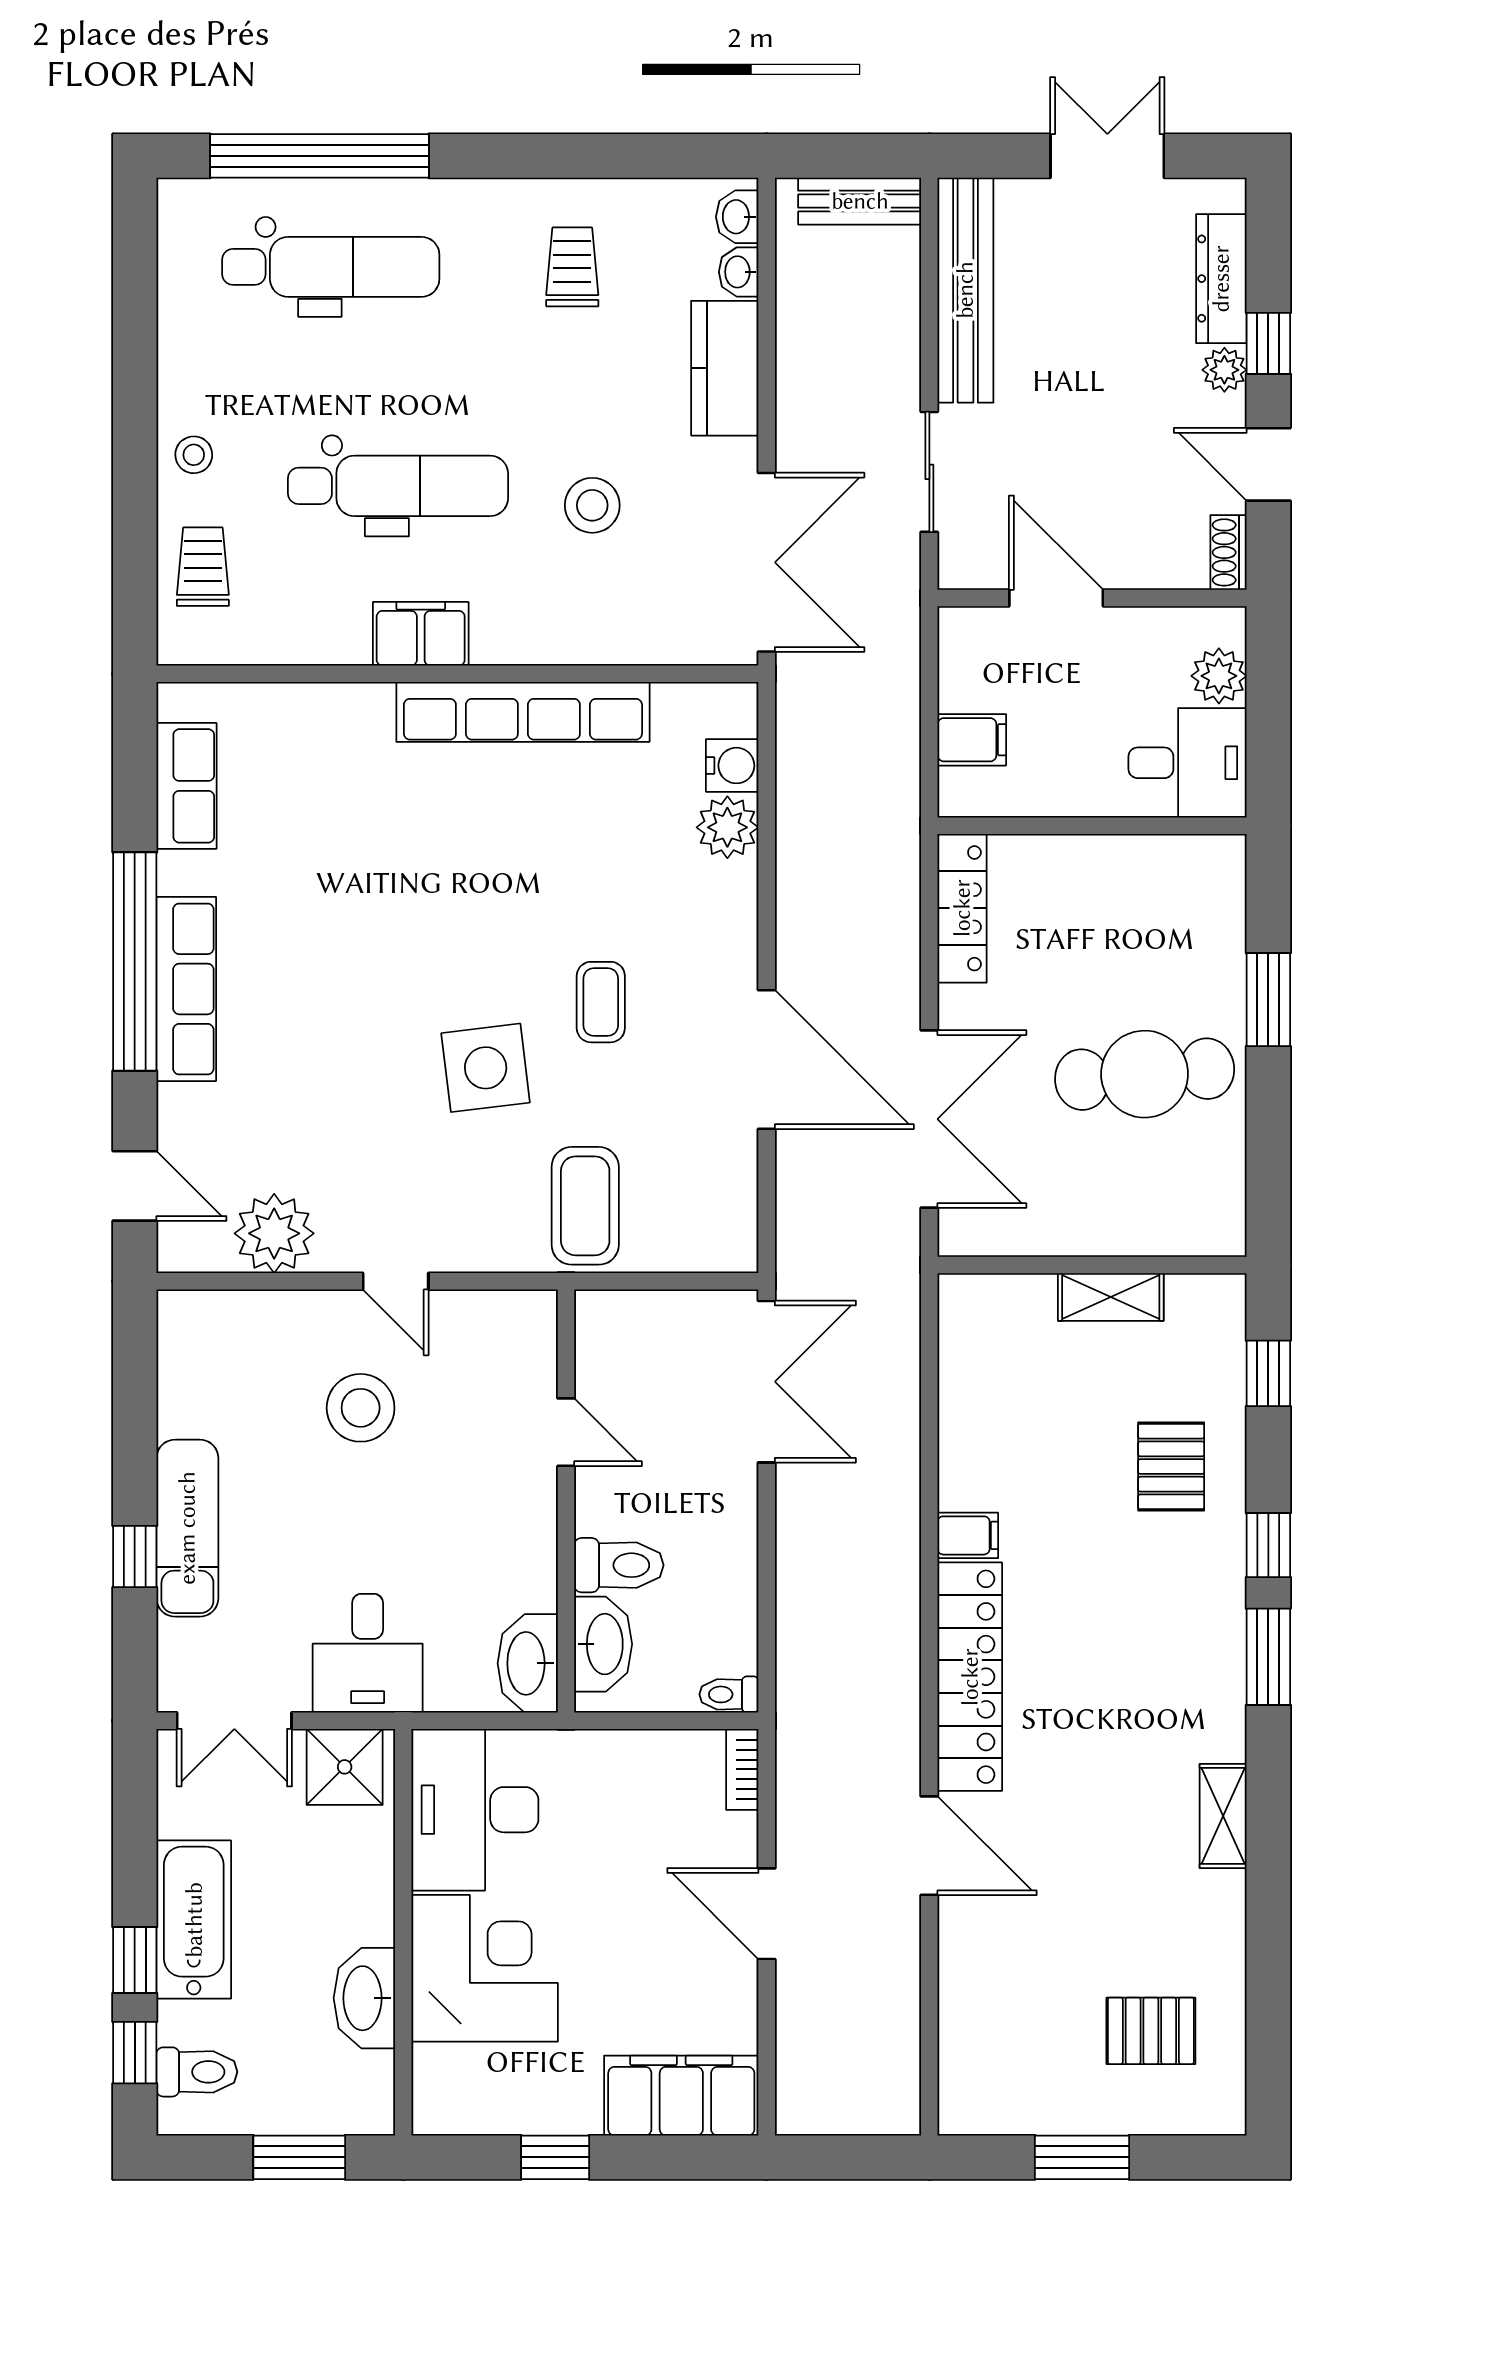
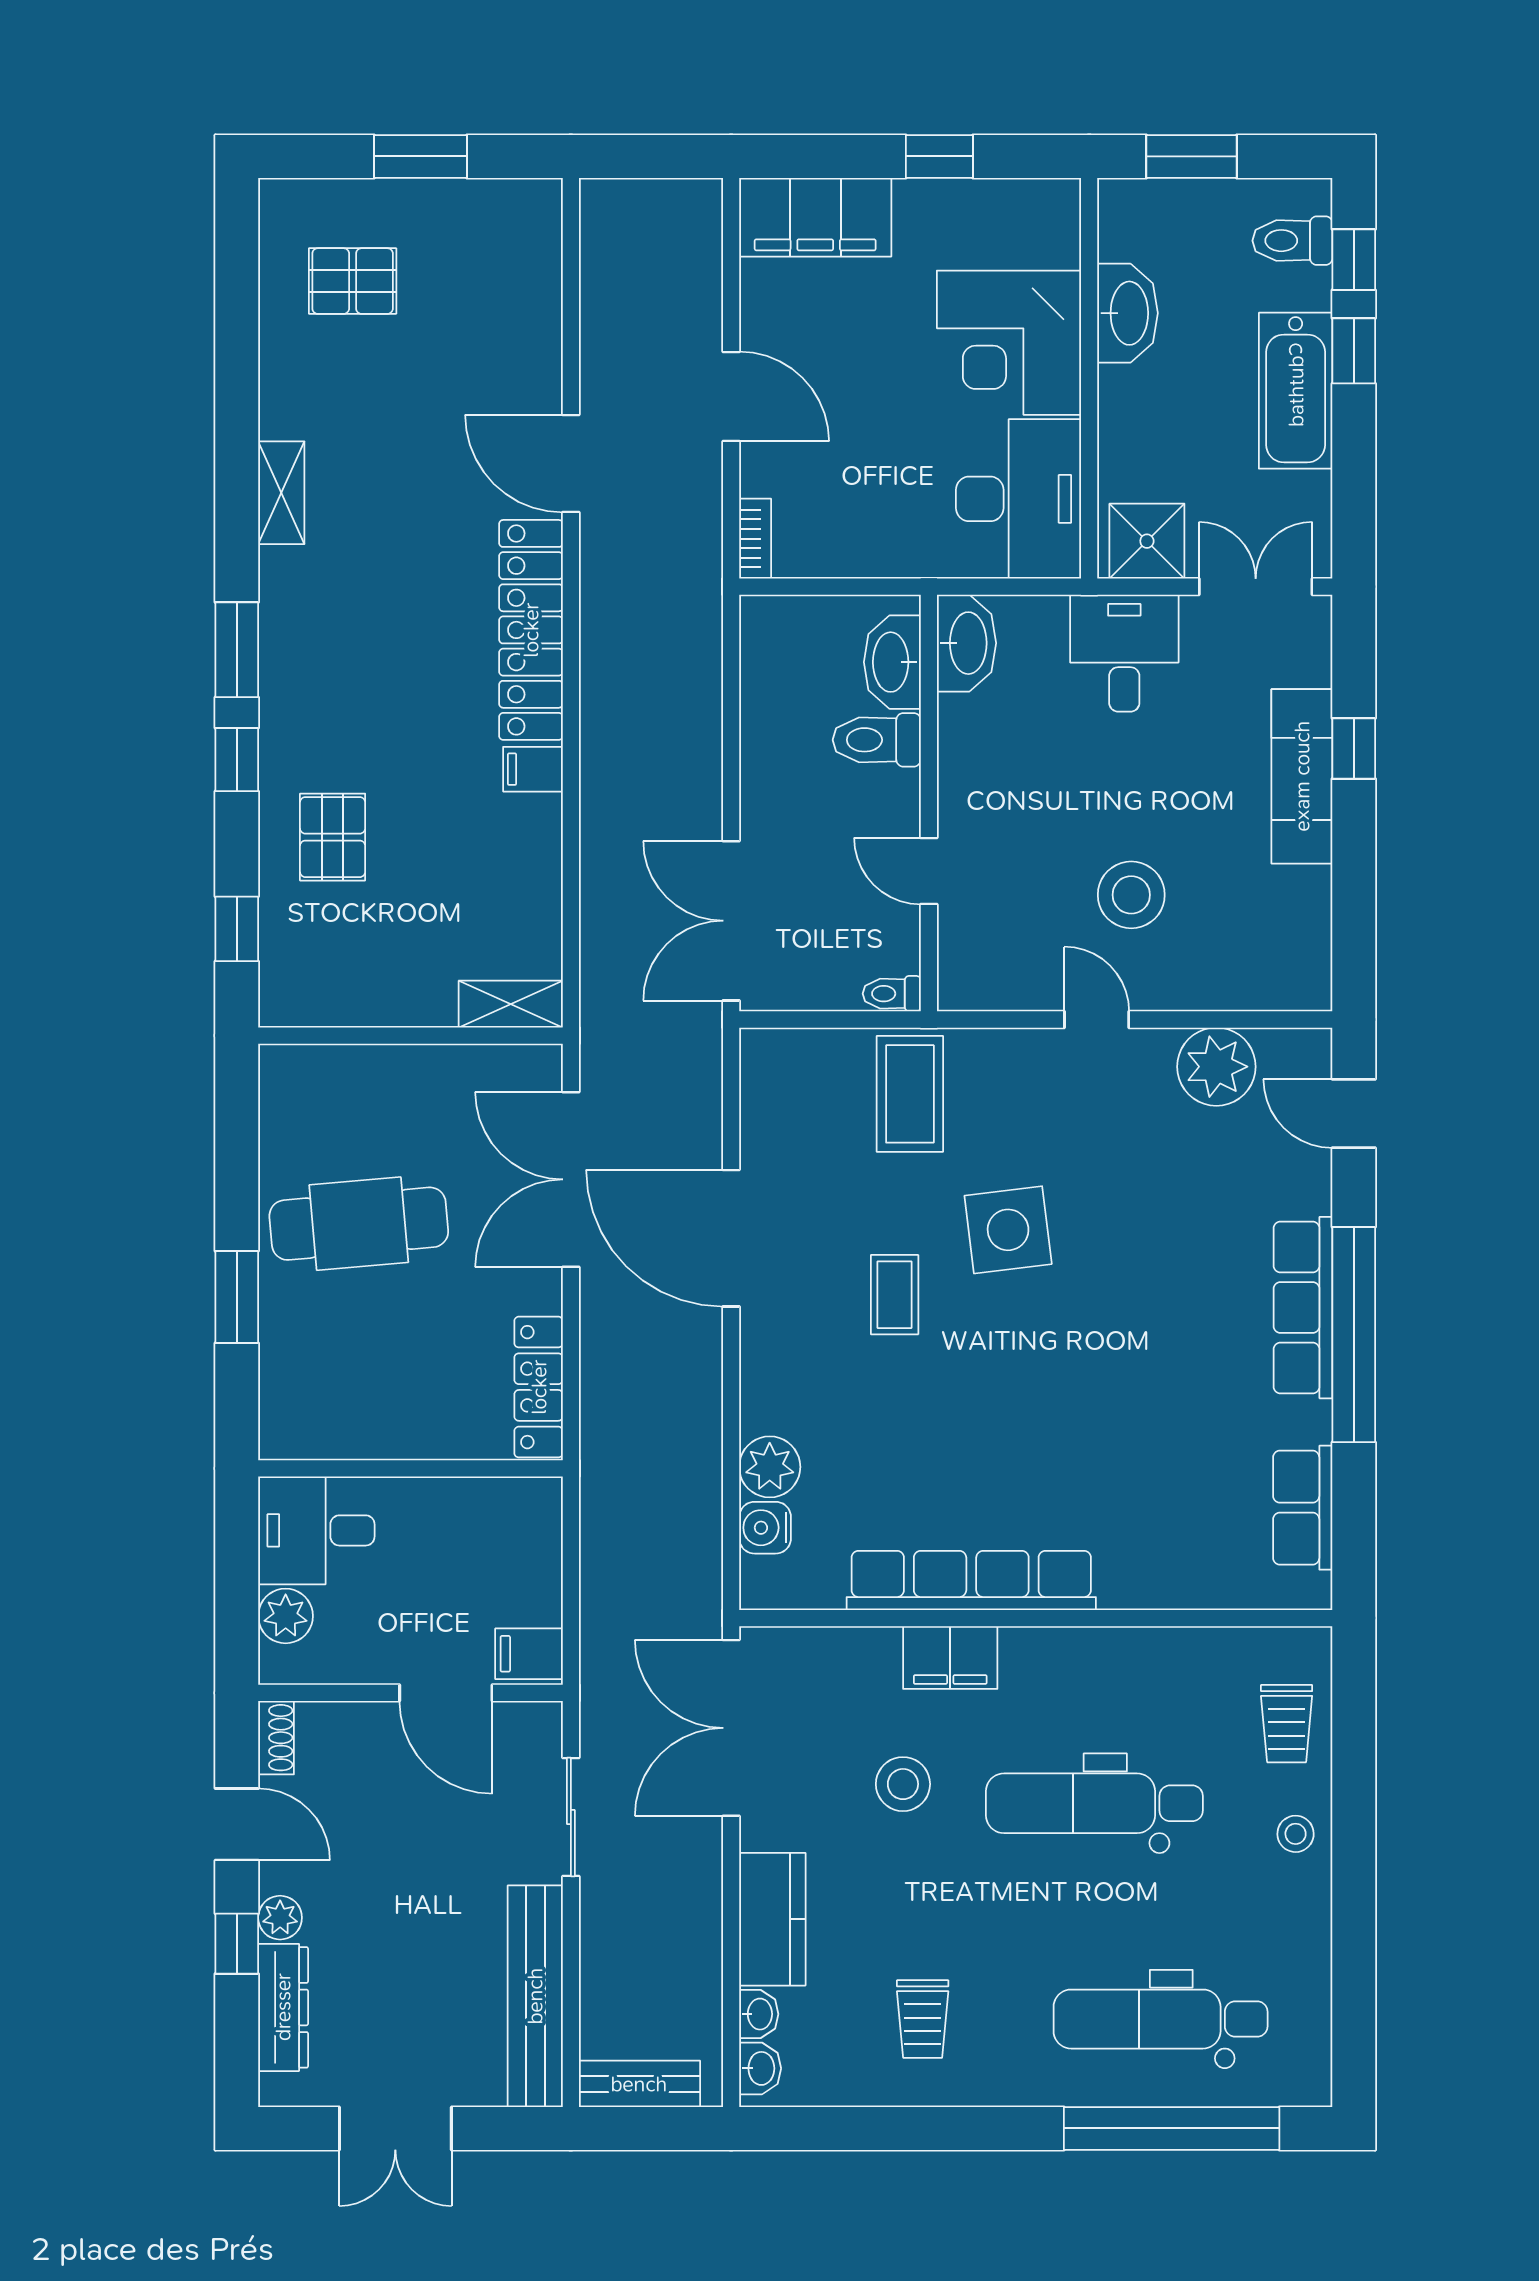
filing cabinet: (421, 634) -> (950, 1657), moved
filing cabinet: (972, 740) -> (529, 1654), moved
shelving: (1111, 1297) -> (511, 1004), moved
toilet: (729, 1694) -> (892, 994), moved, turned 180

